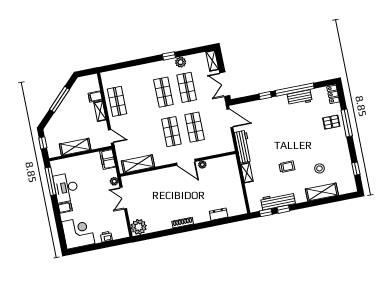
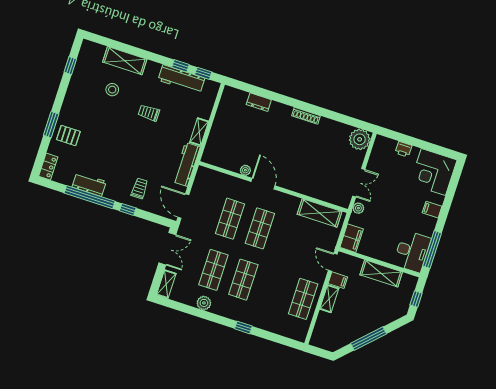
window: (169, 56) -> (243, 327), moved
filing cabinet: (95, 97) -> (338, 280), moved
trolley: (265, 114) -> (139, 188), added
window: (347, 123) -> (51, 125), width x0.69
desk: (66, 188) -> (412, 251), moved

